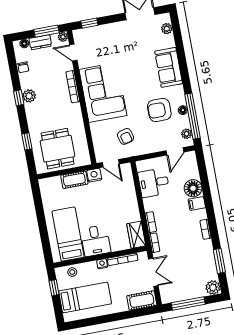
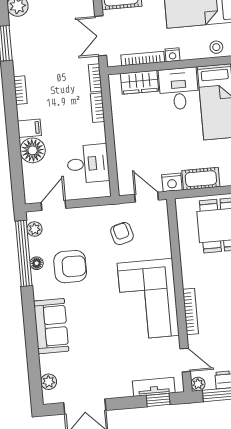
tv unit: (93, 32) -> (154, 387), added
wardrobe: (136, 235) -> (139, 82), moved, turned 90

